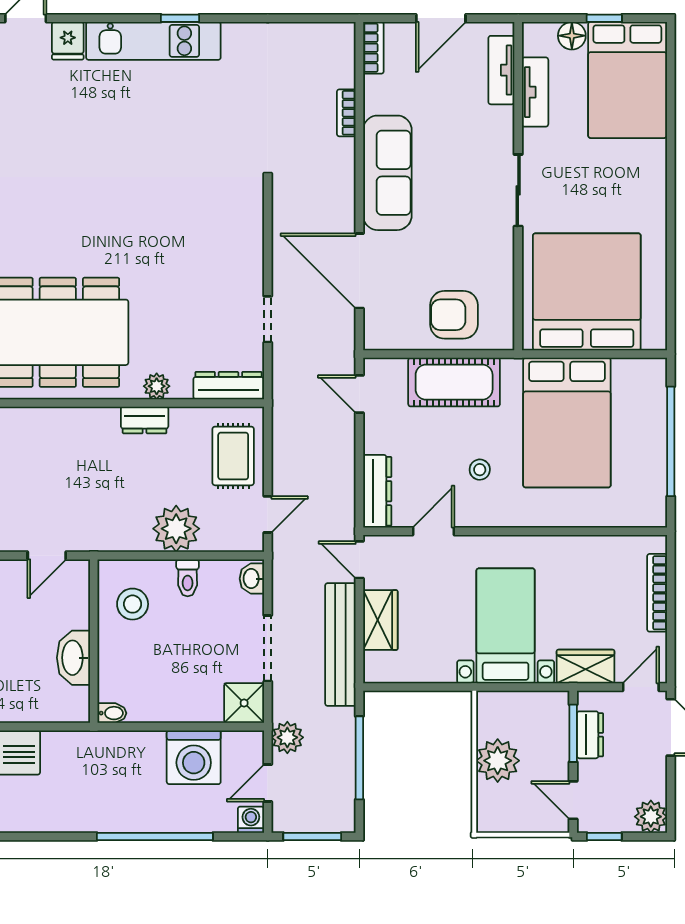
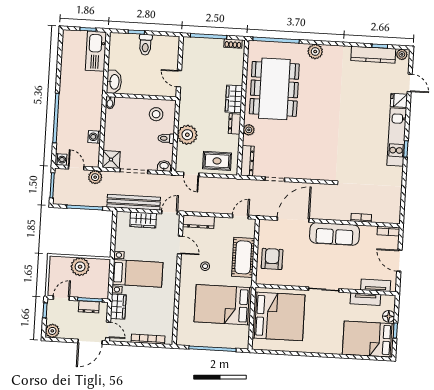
wardrobe: (86, 425) -> (234, 99), added
washbasin: (73, 658) -> (114, 82), moved, turned 90
washing machine: (194, 757) -> (94, 137), width x0.53, depth x0.53

